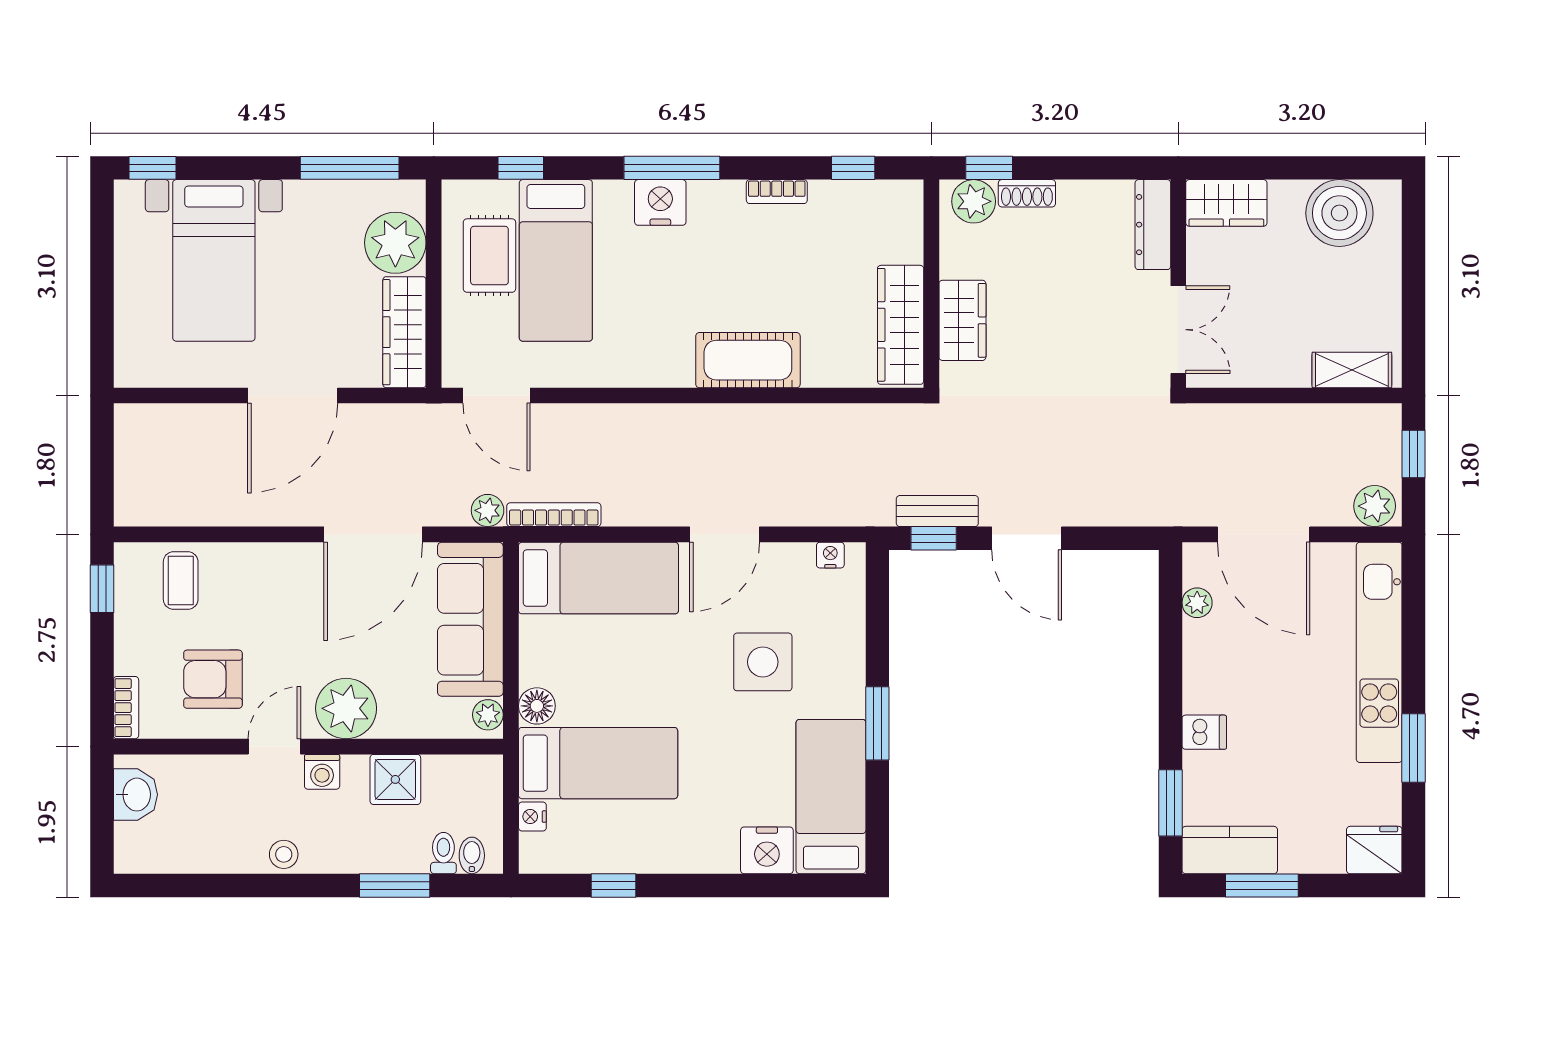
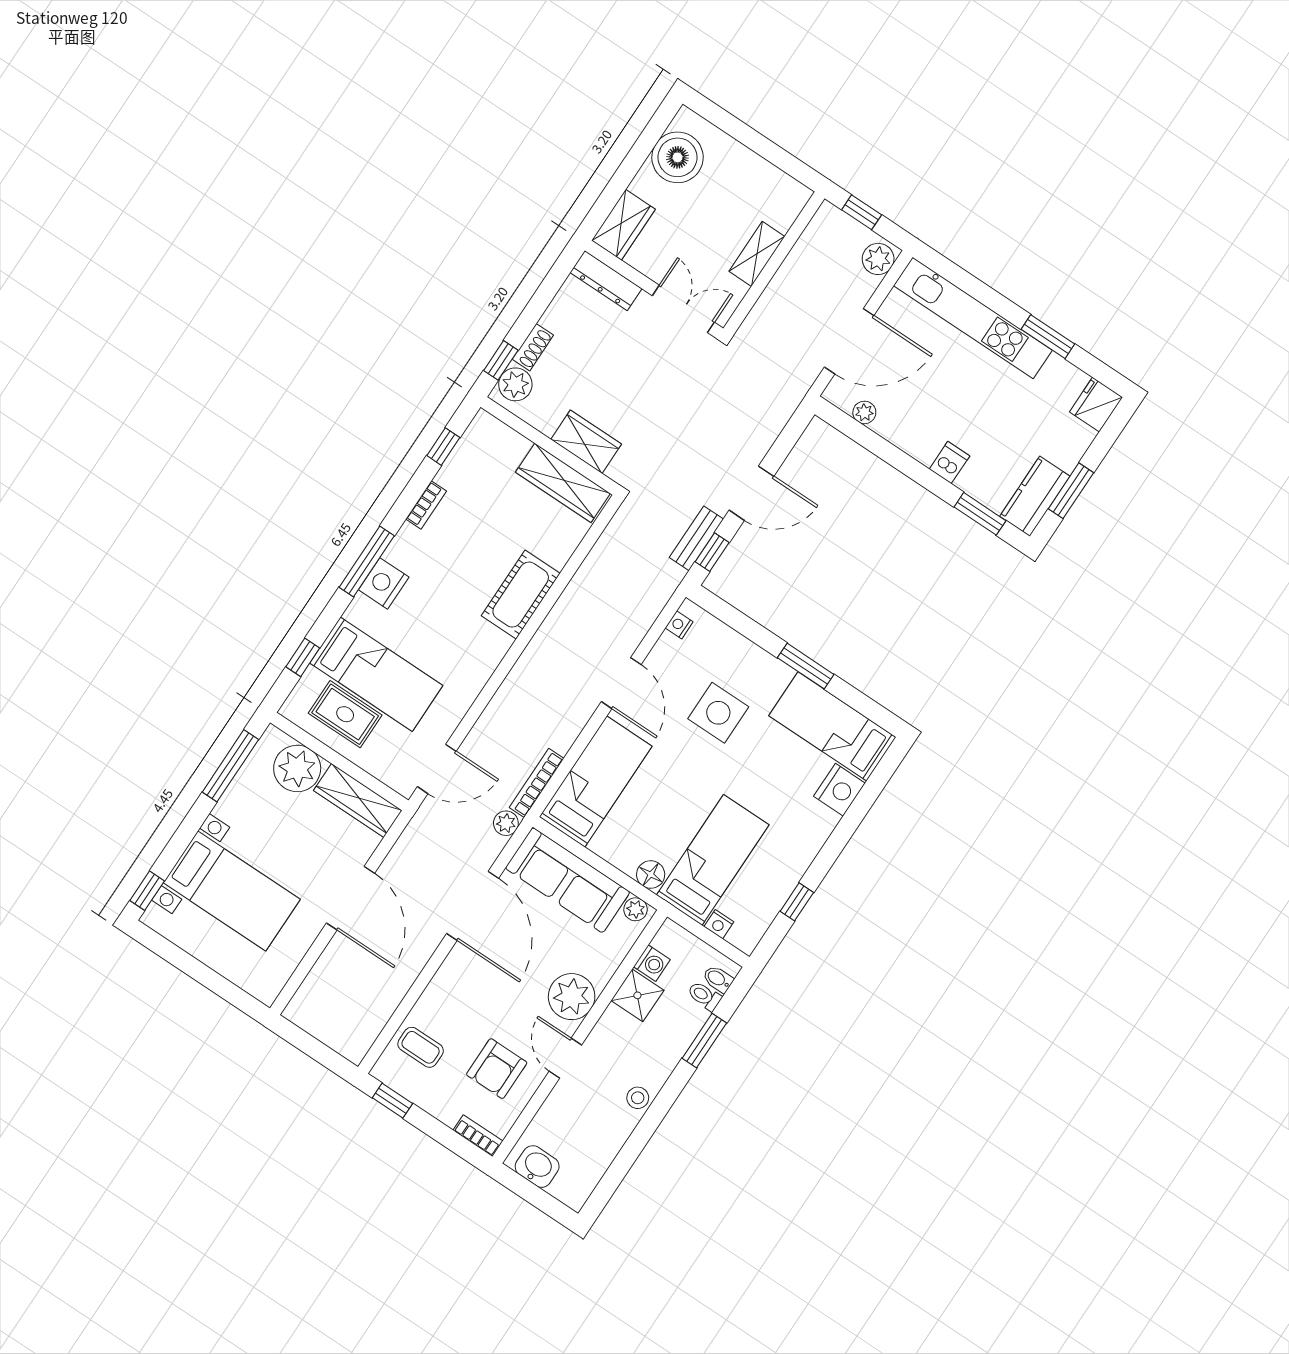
shelving: (1352, 370) -> (757, 254), moved
washing machine: (322, 772) -> (652, 963), moved

